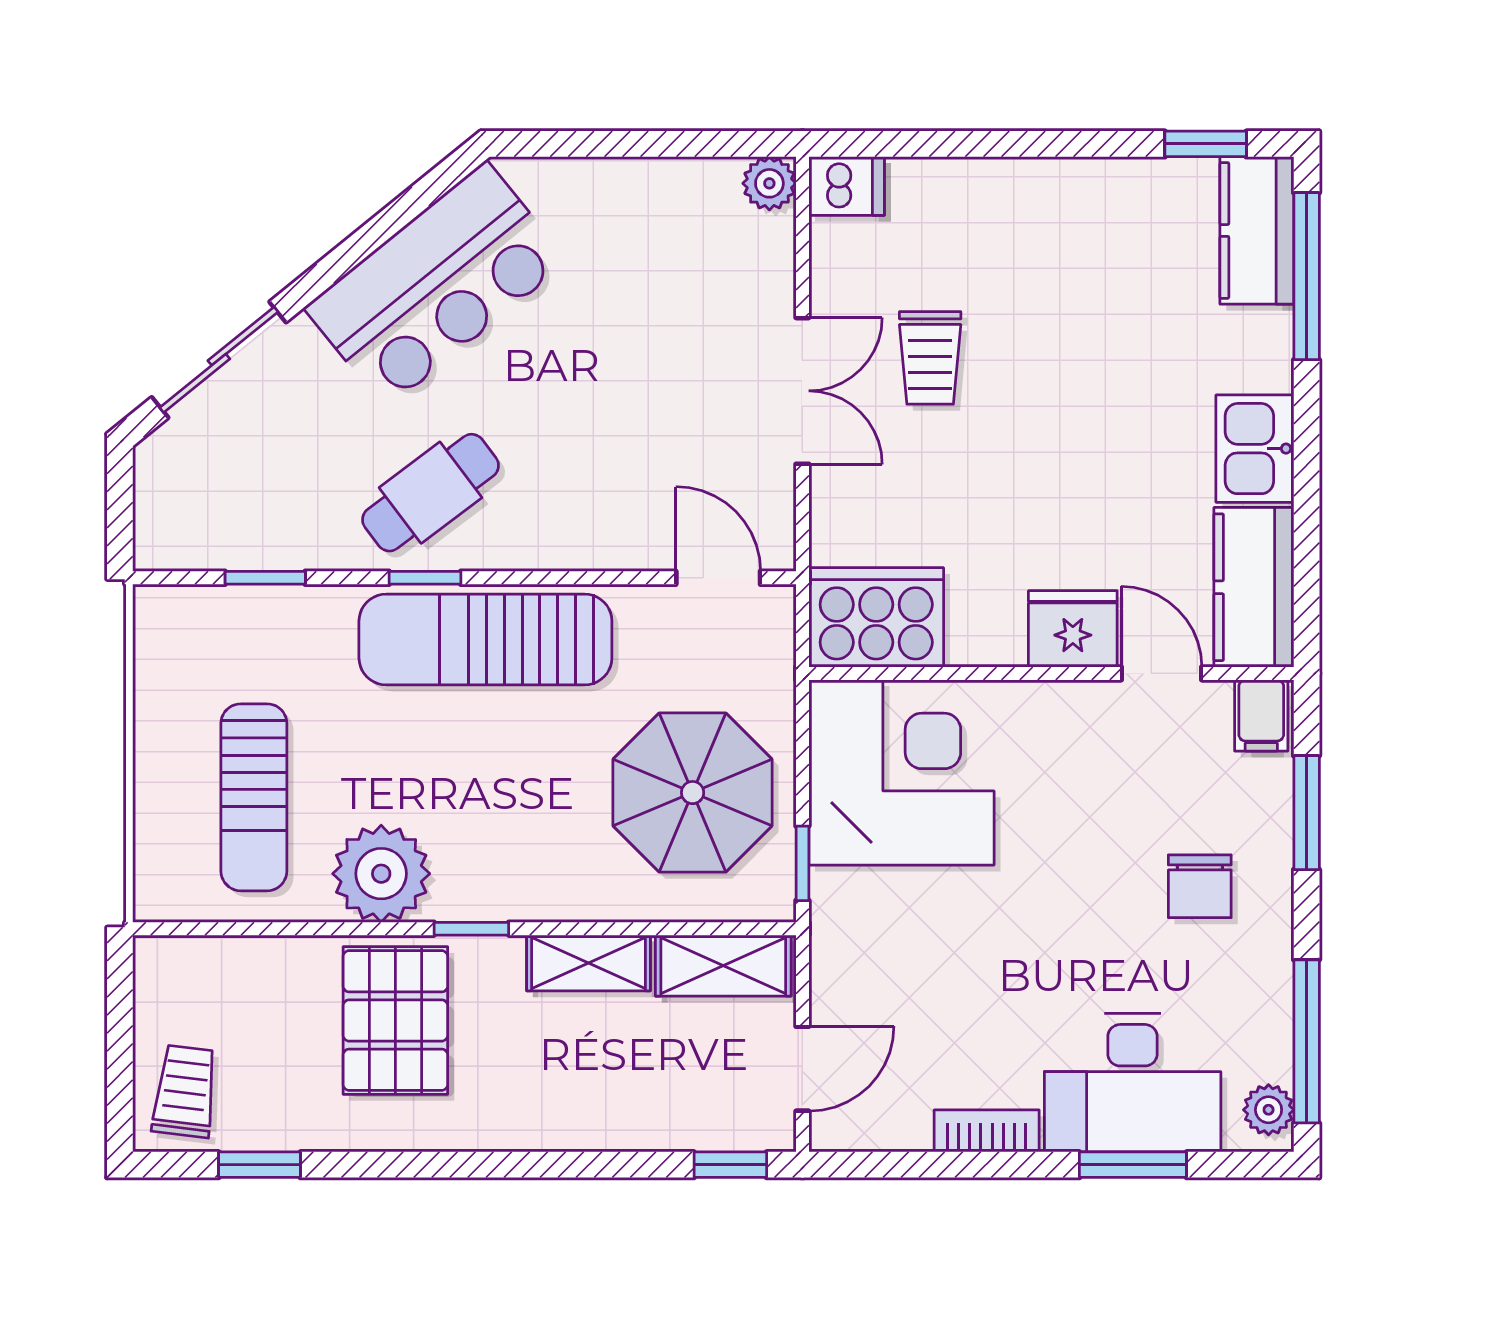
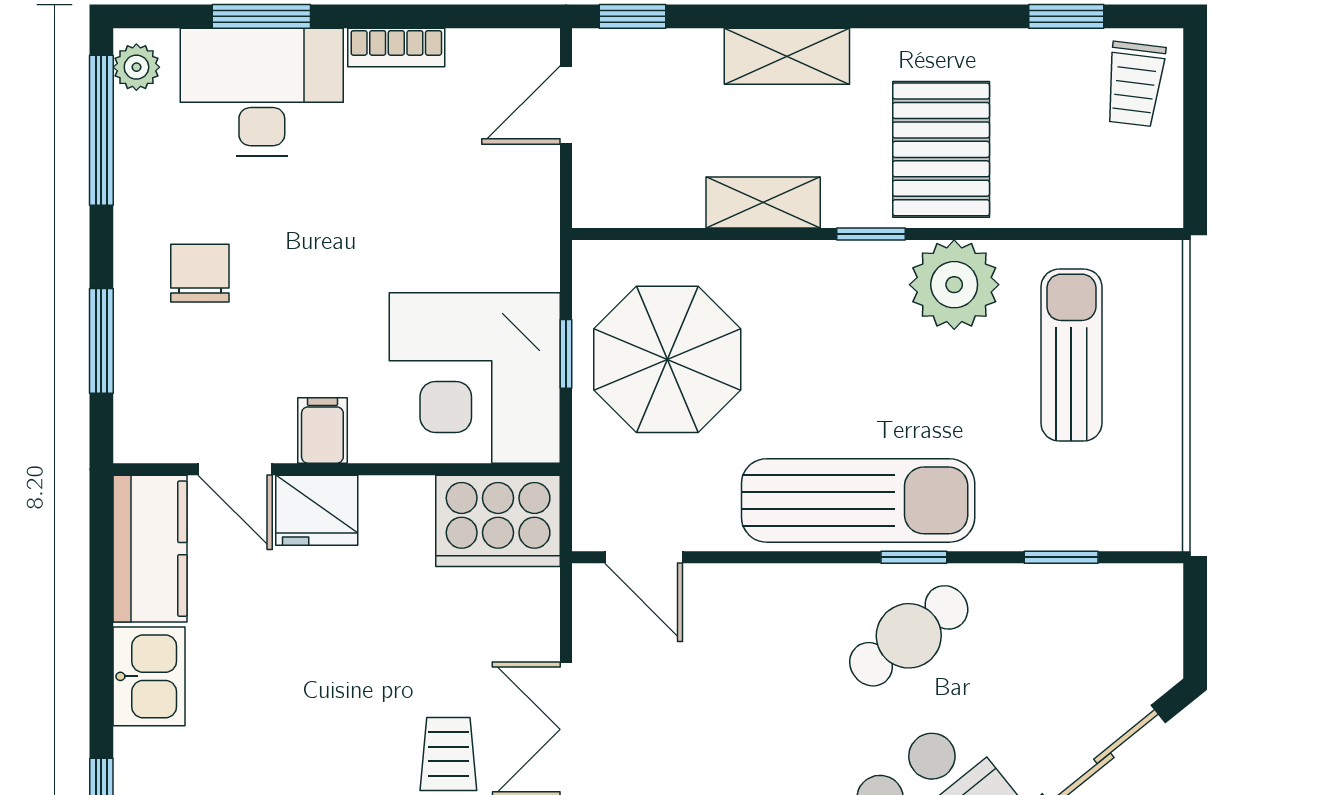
filing cabinet: (1261, 715) -> (322, 430), moved
window: (802, 863) -> (566, 354), moved
shelving: (723, 966) -> (787, 56), moved

